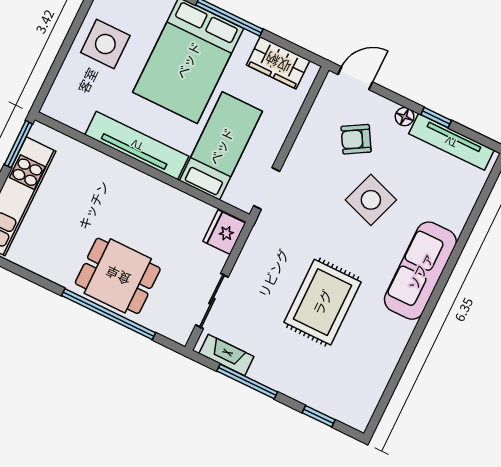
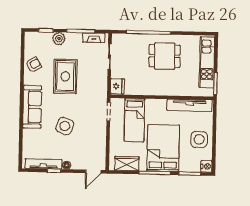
armchair: (356, 139) -> (34, 65), moved
tv unit: (137, 145) -> (190, 105), moved
dining table: (118, 276) -> (165, 56), moved
plant: (300, 387) -> (59, 39), added

